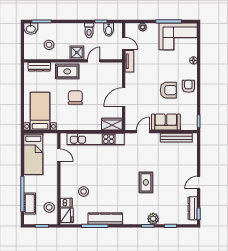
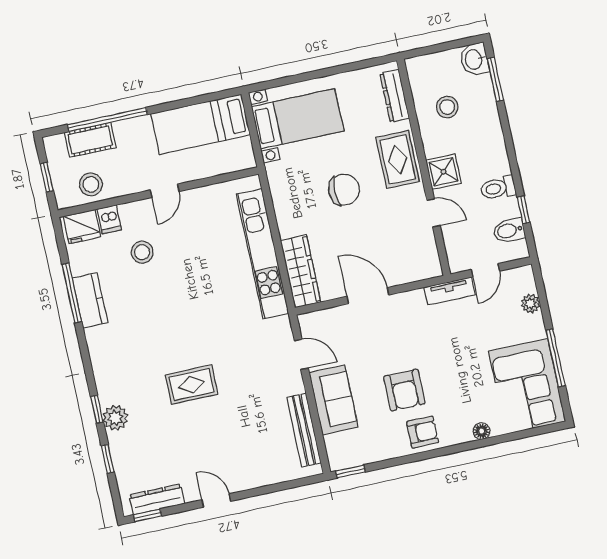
wardrobe: (112, 124) -> (301, 271), width x1.50
door: (59, 155) -> (165, 191), moved
kitchen counter: (105, 219) -> (90, 300), width x0.67

